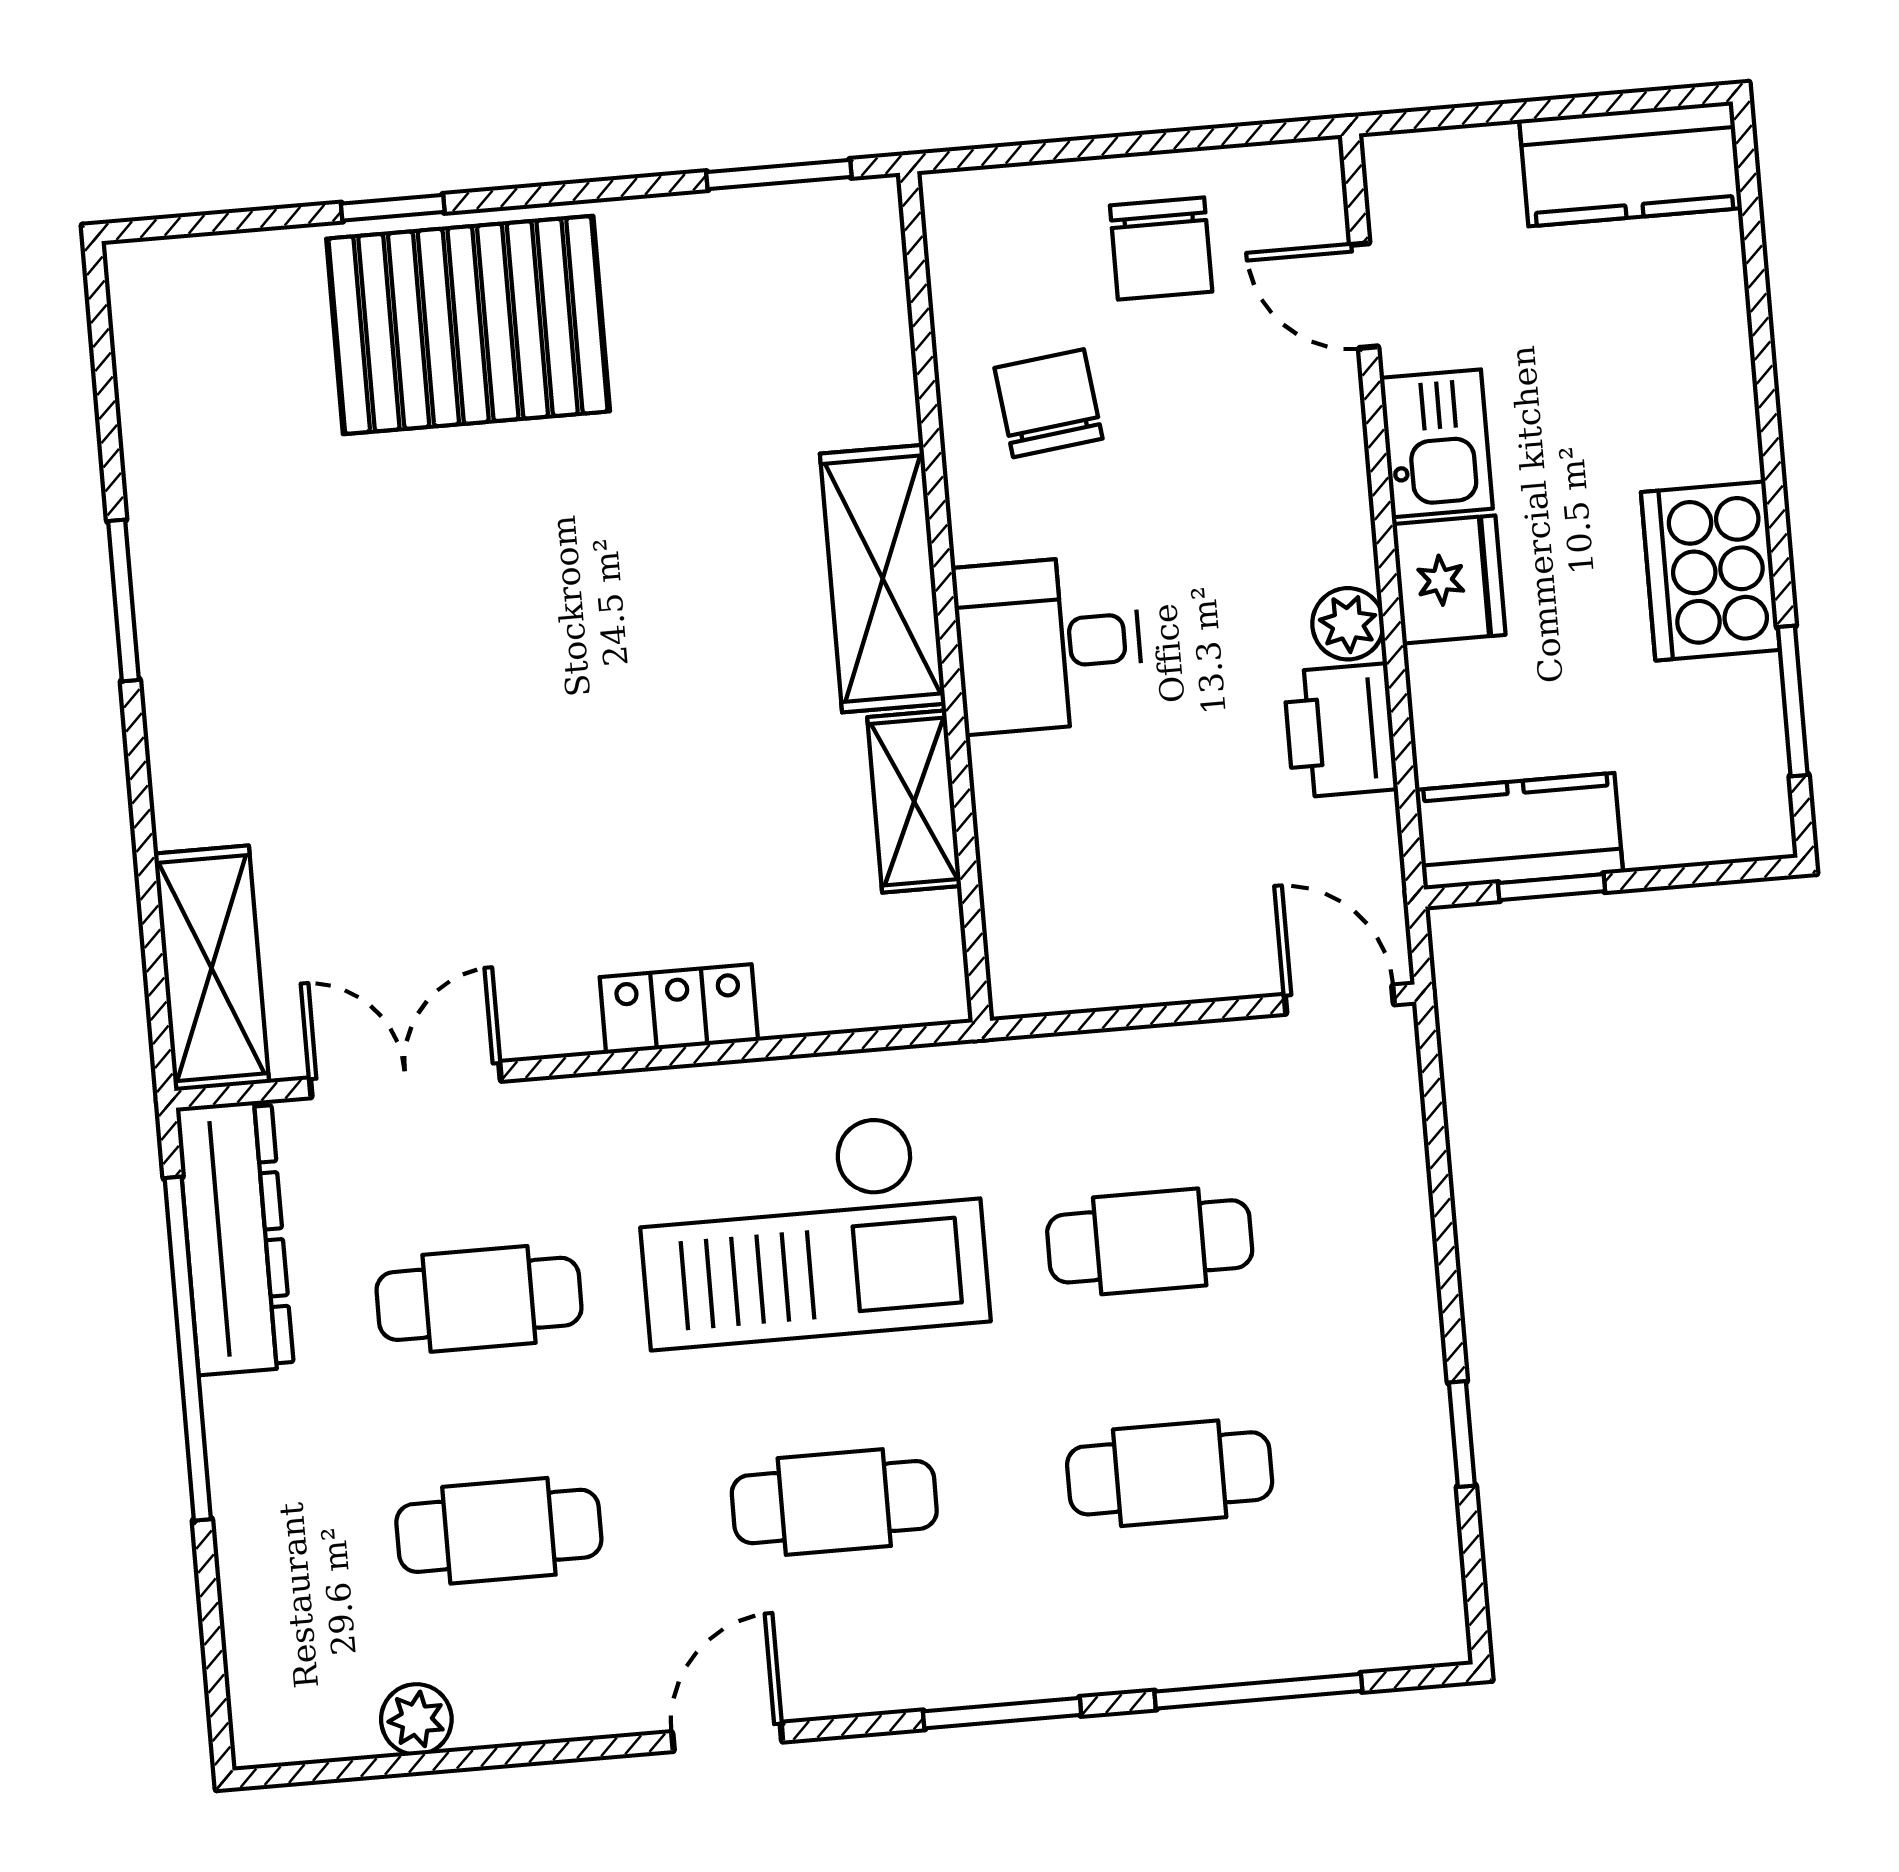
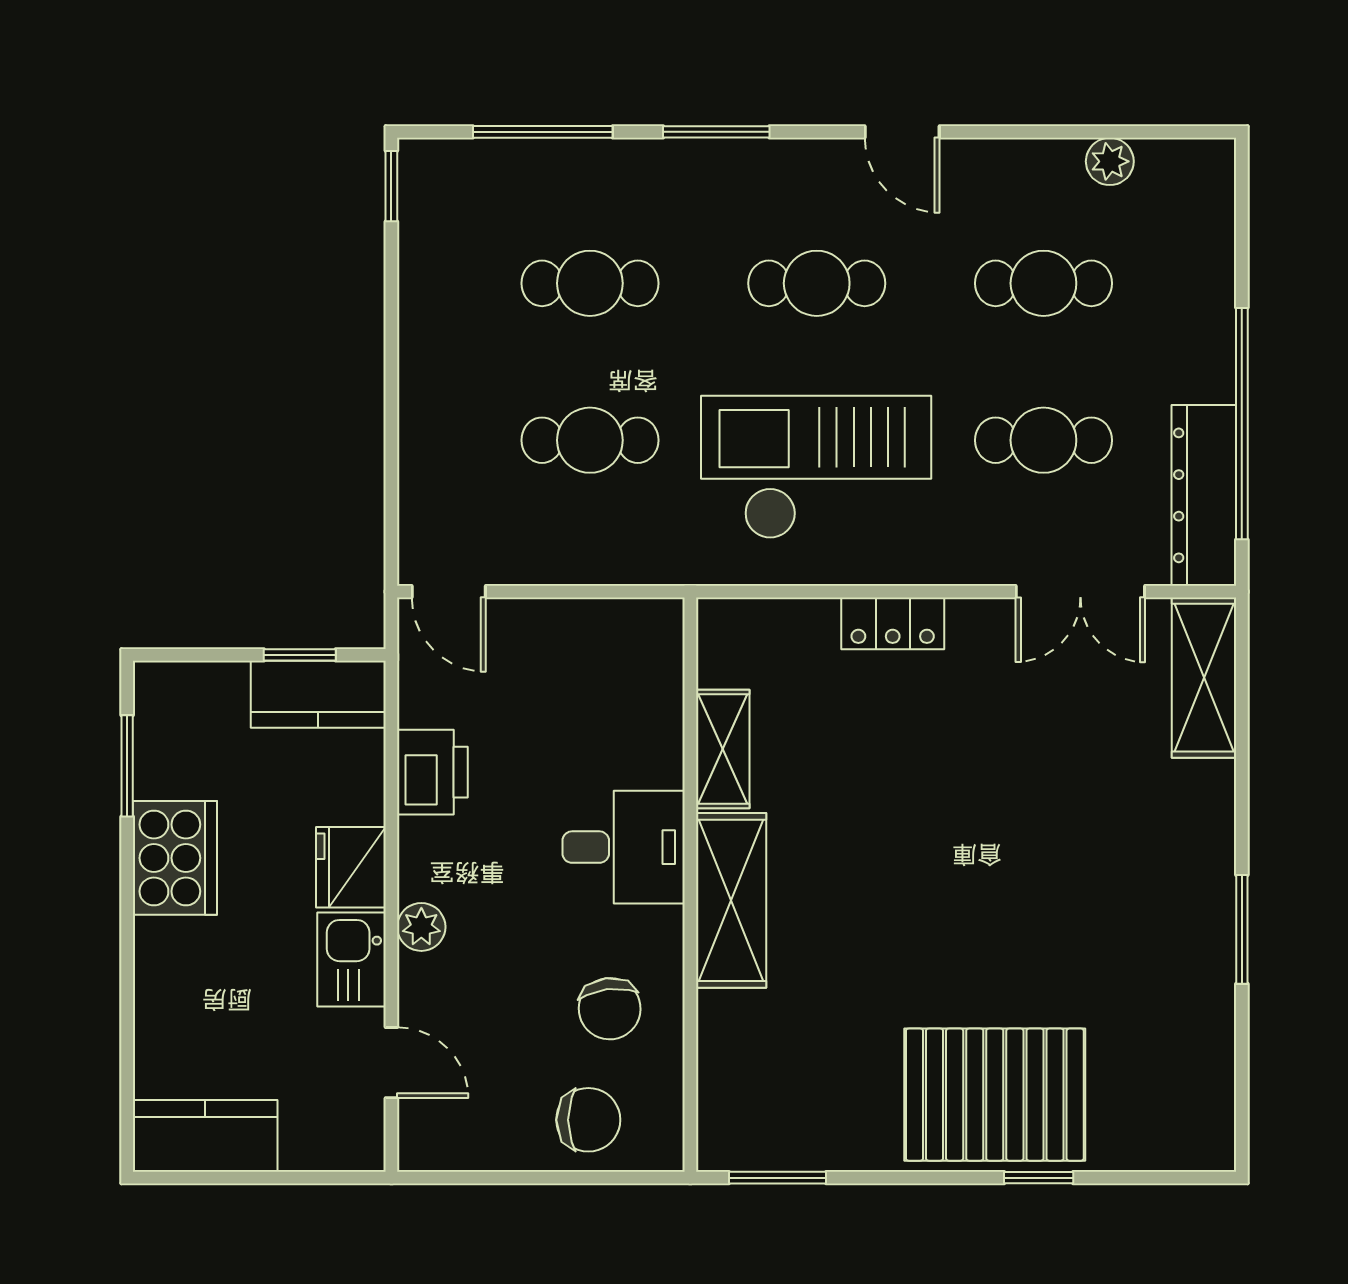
chair: (1161, 249) -> (588, 1120), moved, turned 90
plant: (1348, 624) -> (421, 927), moved
window: (1462, 1434) -> (391, 186), moved
door: (727, 1737) -> (902, 132), hinge flipped

